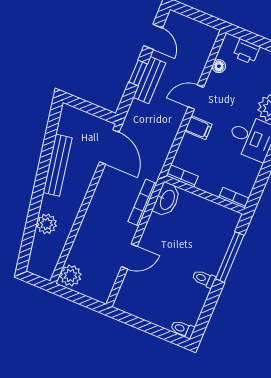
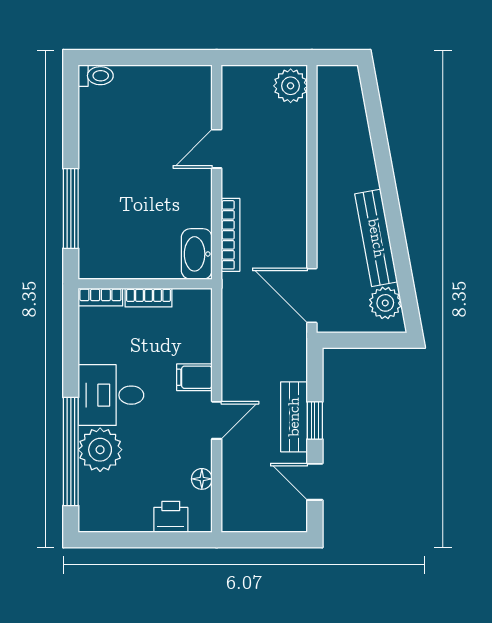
bookcase: (182, 176) -> (149, 298), moved
plant: (47, 224) -> (385, 303), moved
toilet: (204, 279) -> (95, 162), removed

